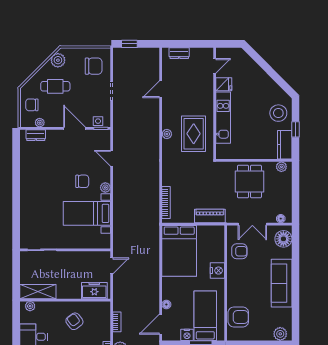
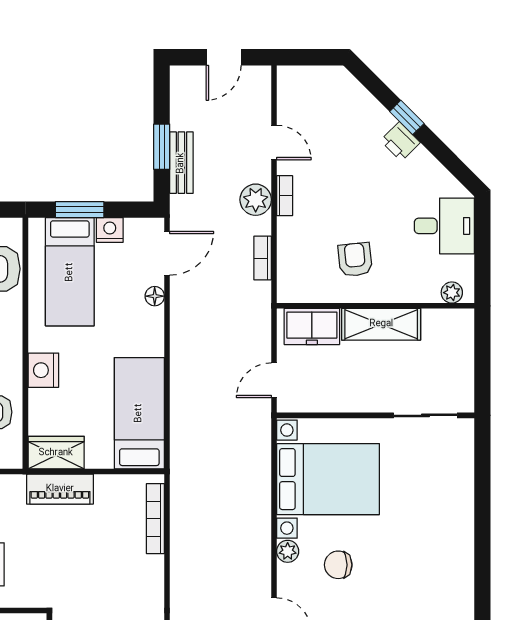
bed with nightstands: (87, 213) -> (328, 479), width x1.36
wardrobe: (212, 233) -> (56, 453), added
bed: (179, 251) -> (139, 413), width x0.67
shelving: (38, 292) -> (381, 324), moved
armchair: (74, 321) -> (355, 260), turned -149

